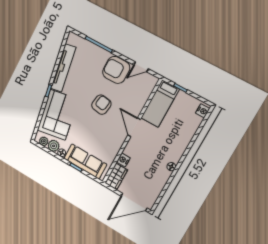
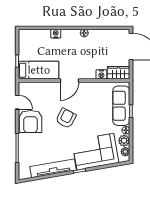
armchair: (101, 105) -> (66, 118), turned 109
nightstand: (203, 111) -> (56, 34), moved

